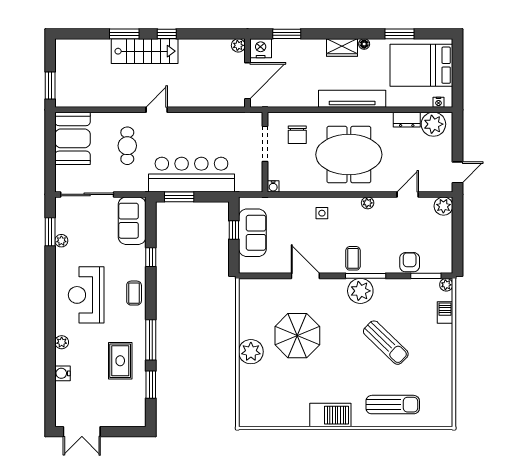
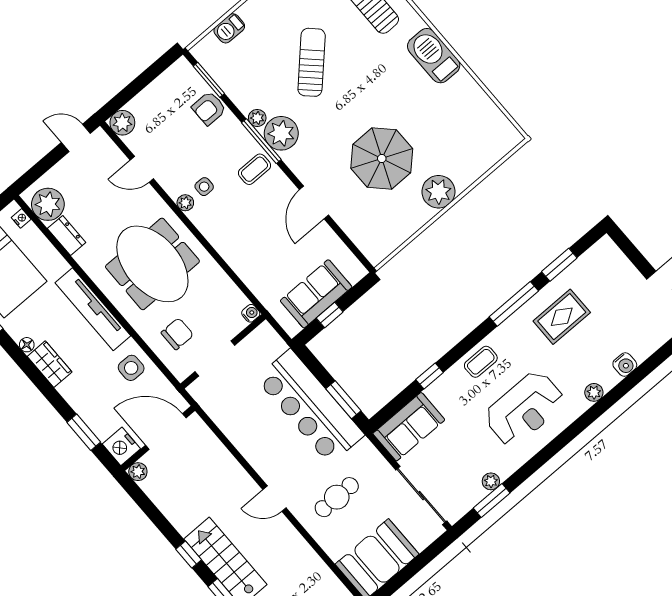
side table: (300, 92) -> (131, 368), added
side table: (322, 213) -> (204, 187), moved
plant: (446, 285) -> (257, 118), moved

